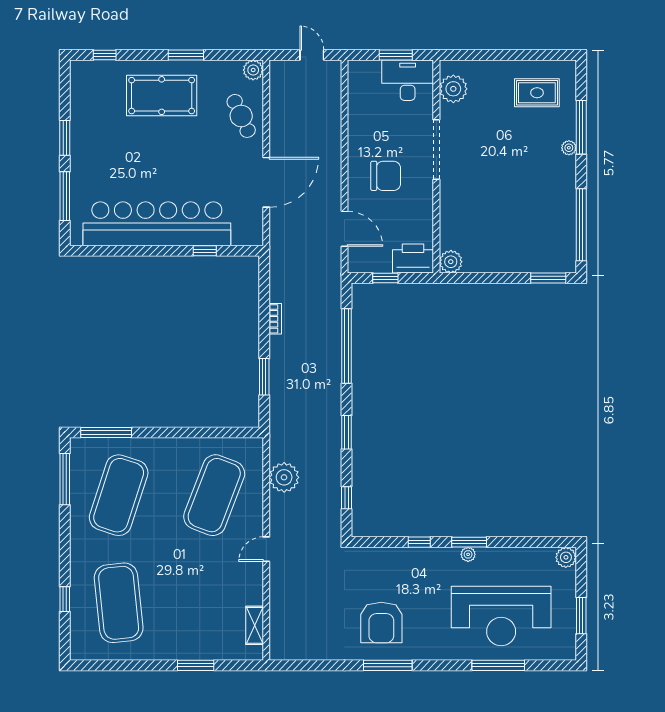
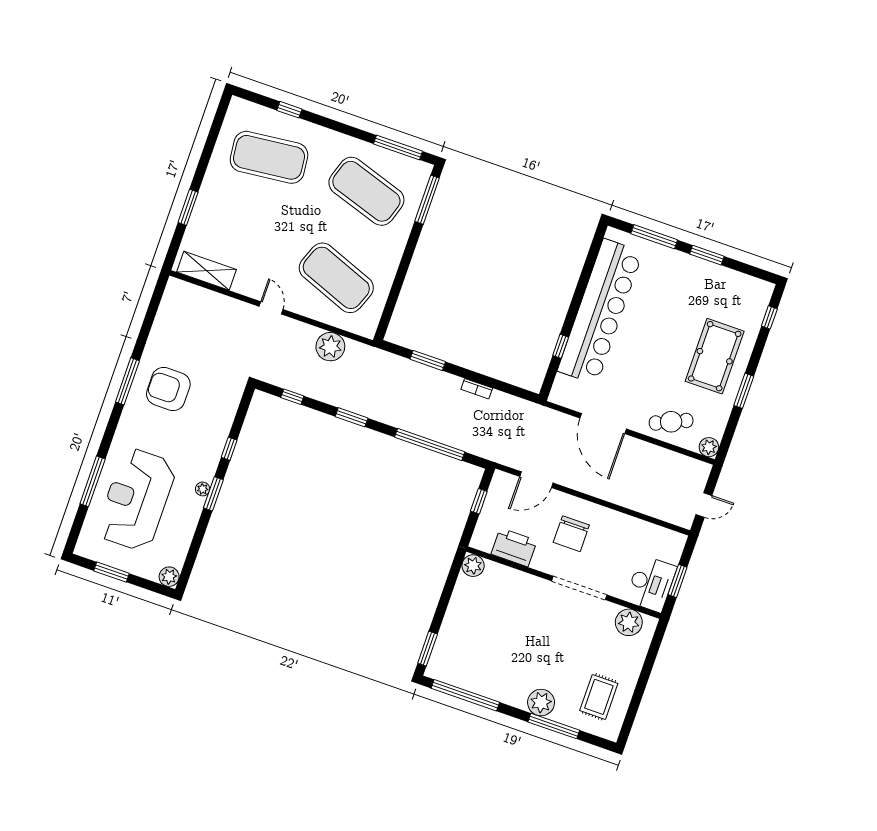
plant: (569, 148) -> (541, 703), width x1.87, depth x1.87
printer: (413, 258) -> (514, 547), moved, turned -90
shelving: (255, 625) -> (207, 271), width x1.50, depth x1.33

